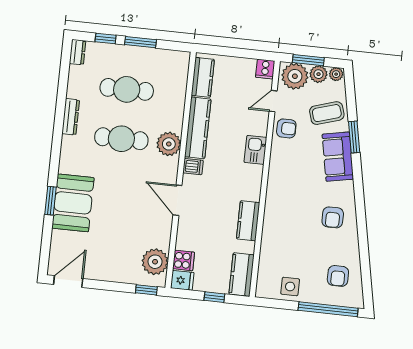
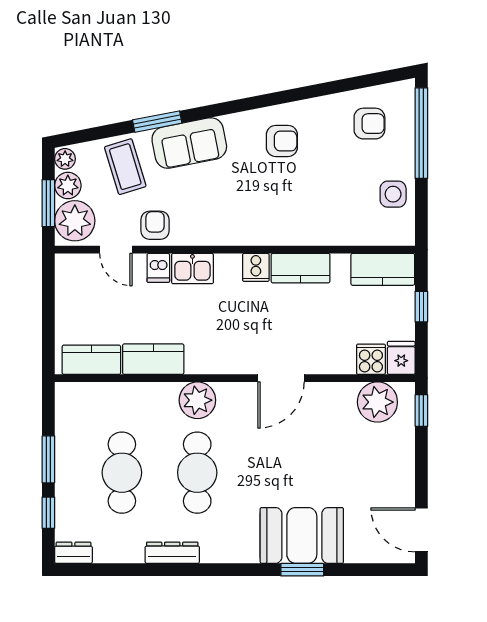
cooker: (265, 69) -> (256, 267), moved, turned 90
kitchen counter: (198, 128) -> (153, 359), width x0.67
dishwasher: (193, 167) -> (158, 268), moved, turned 180

